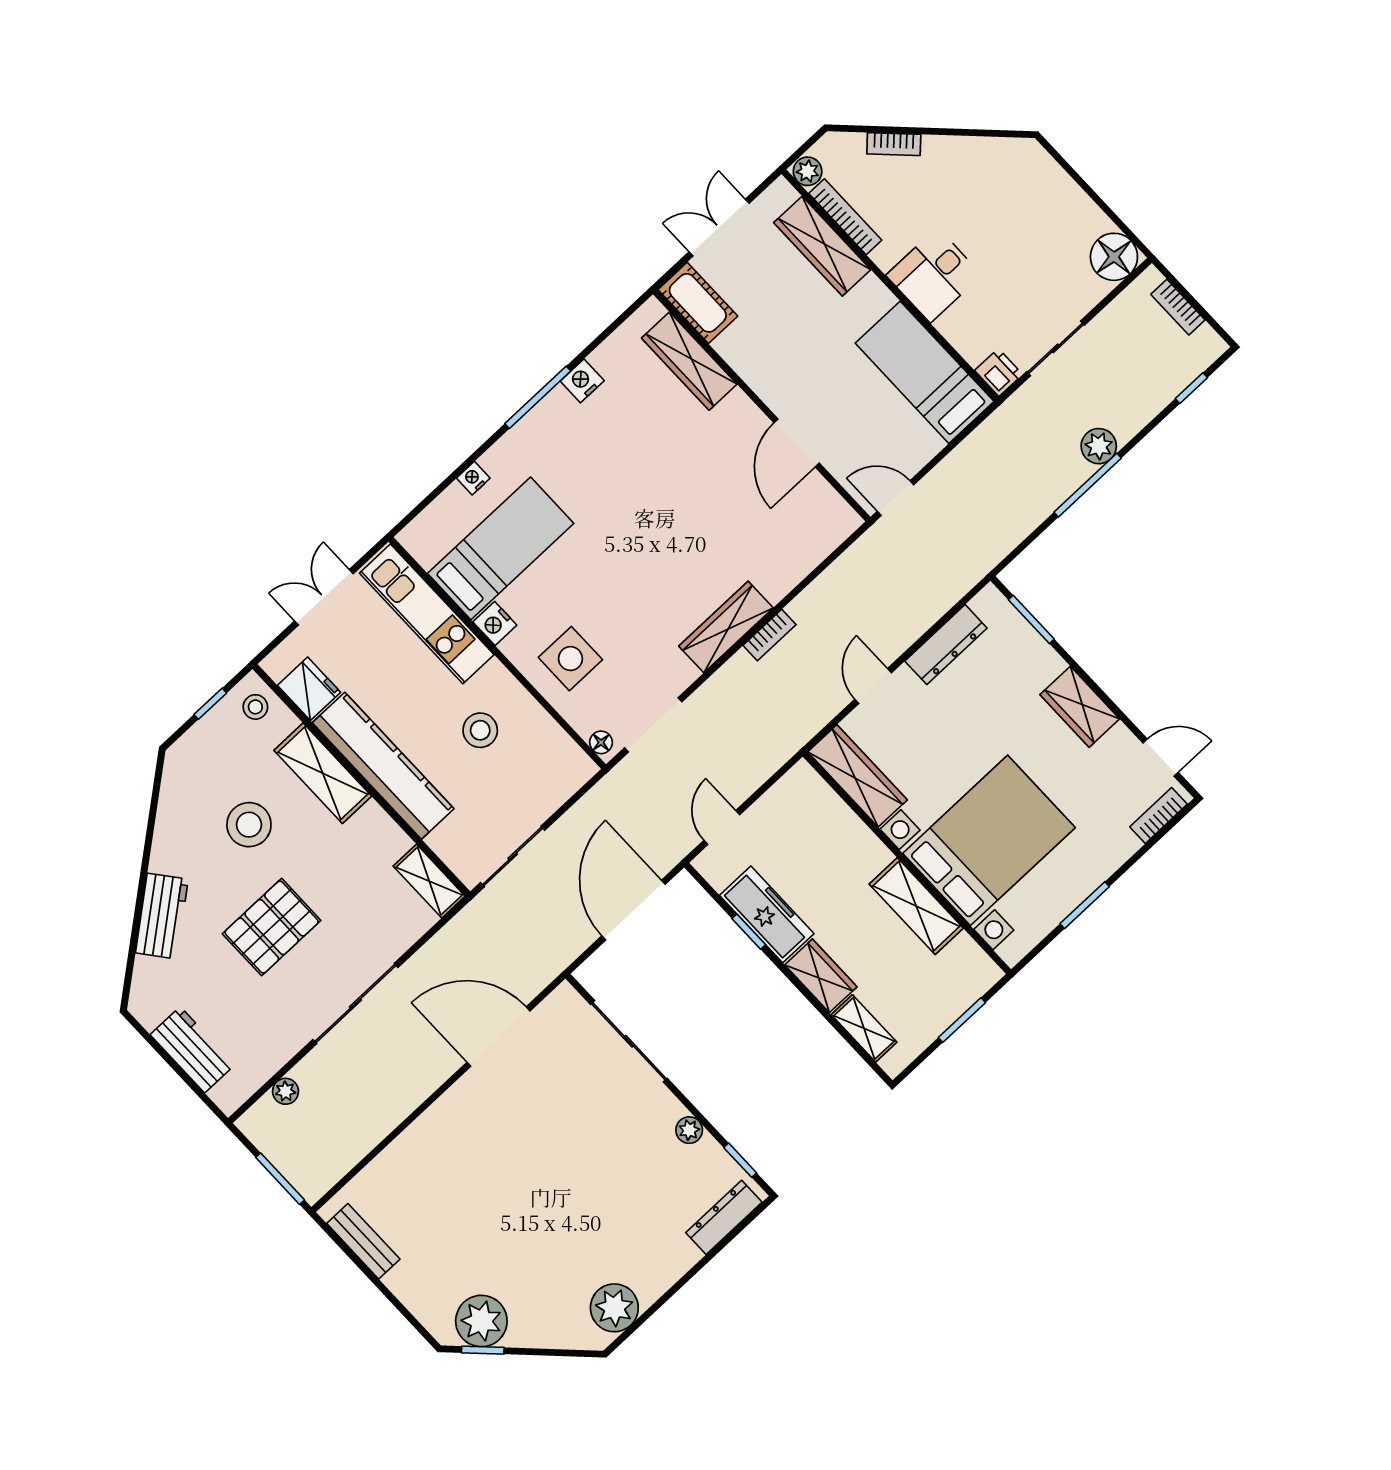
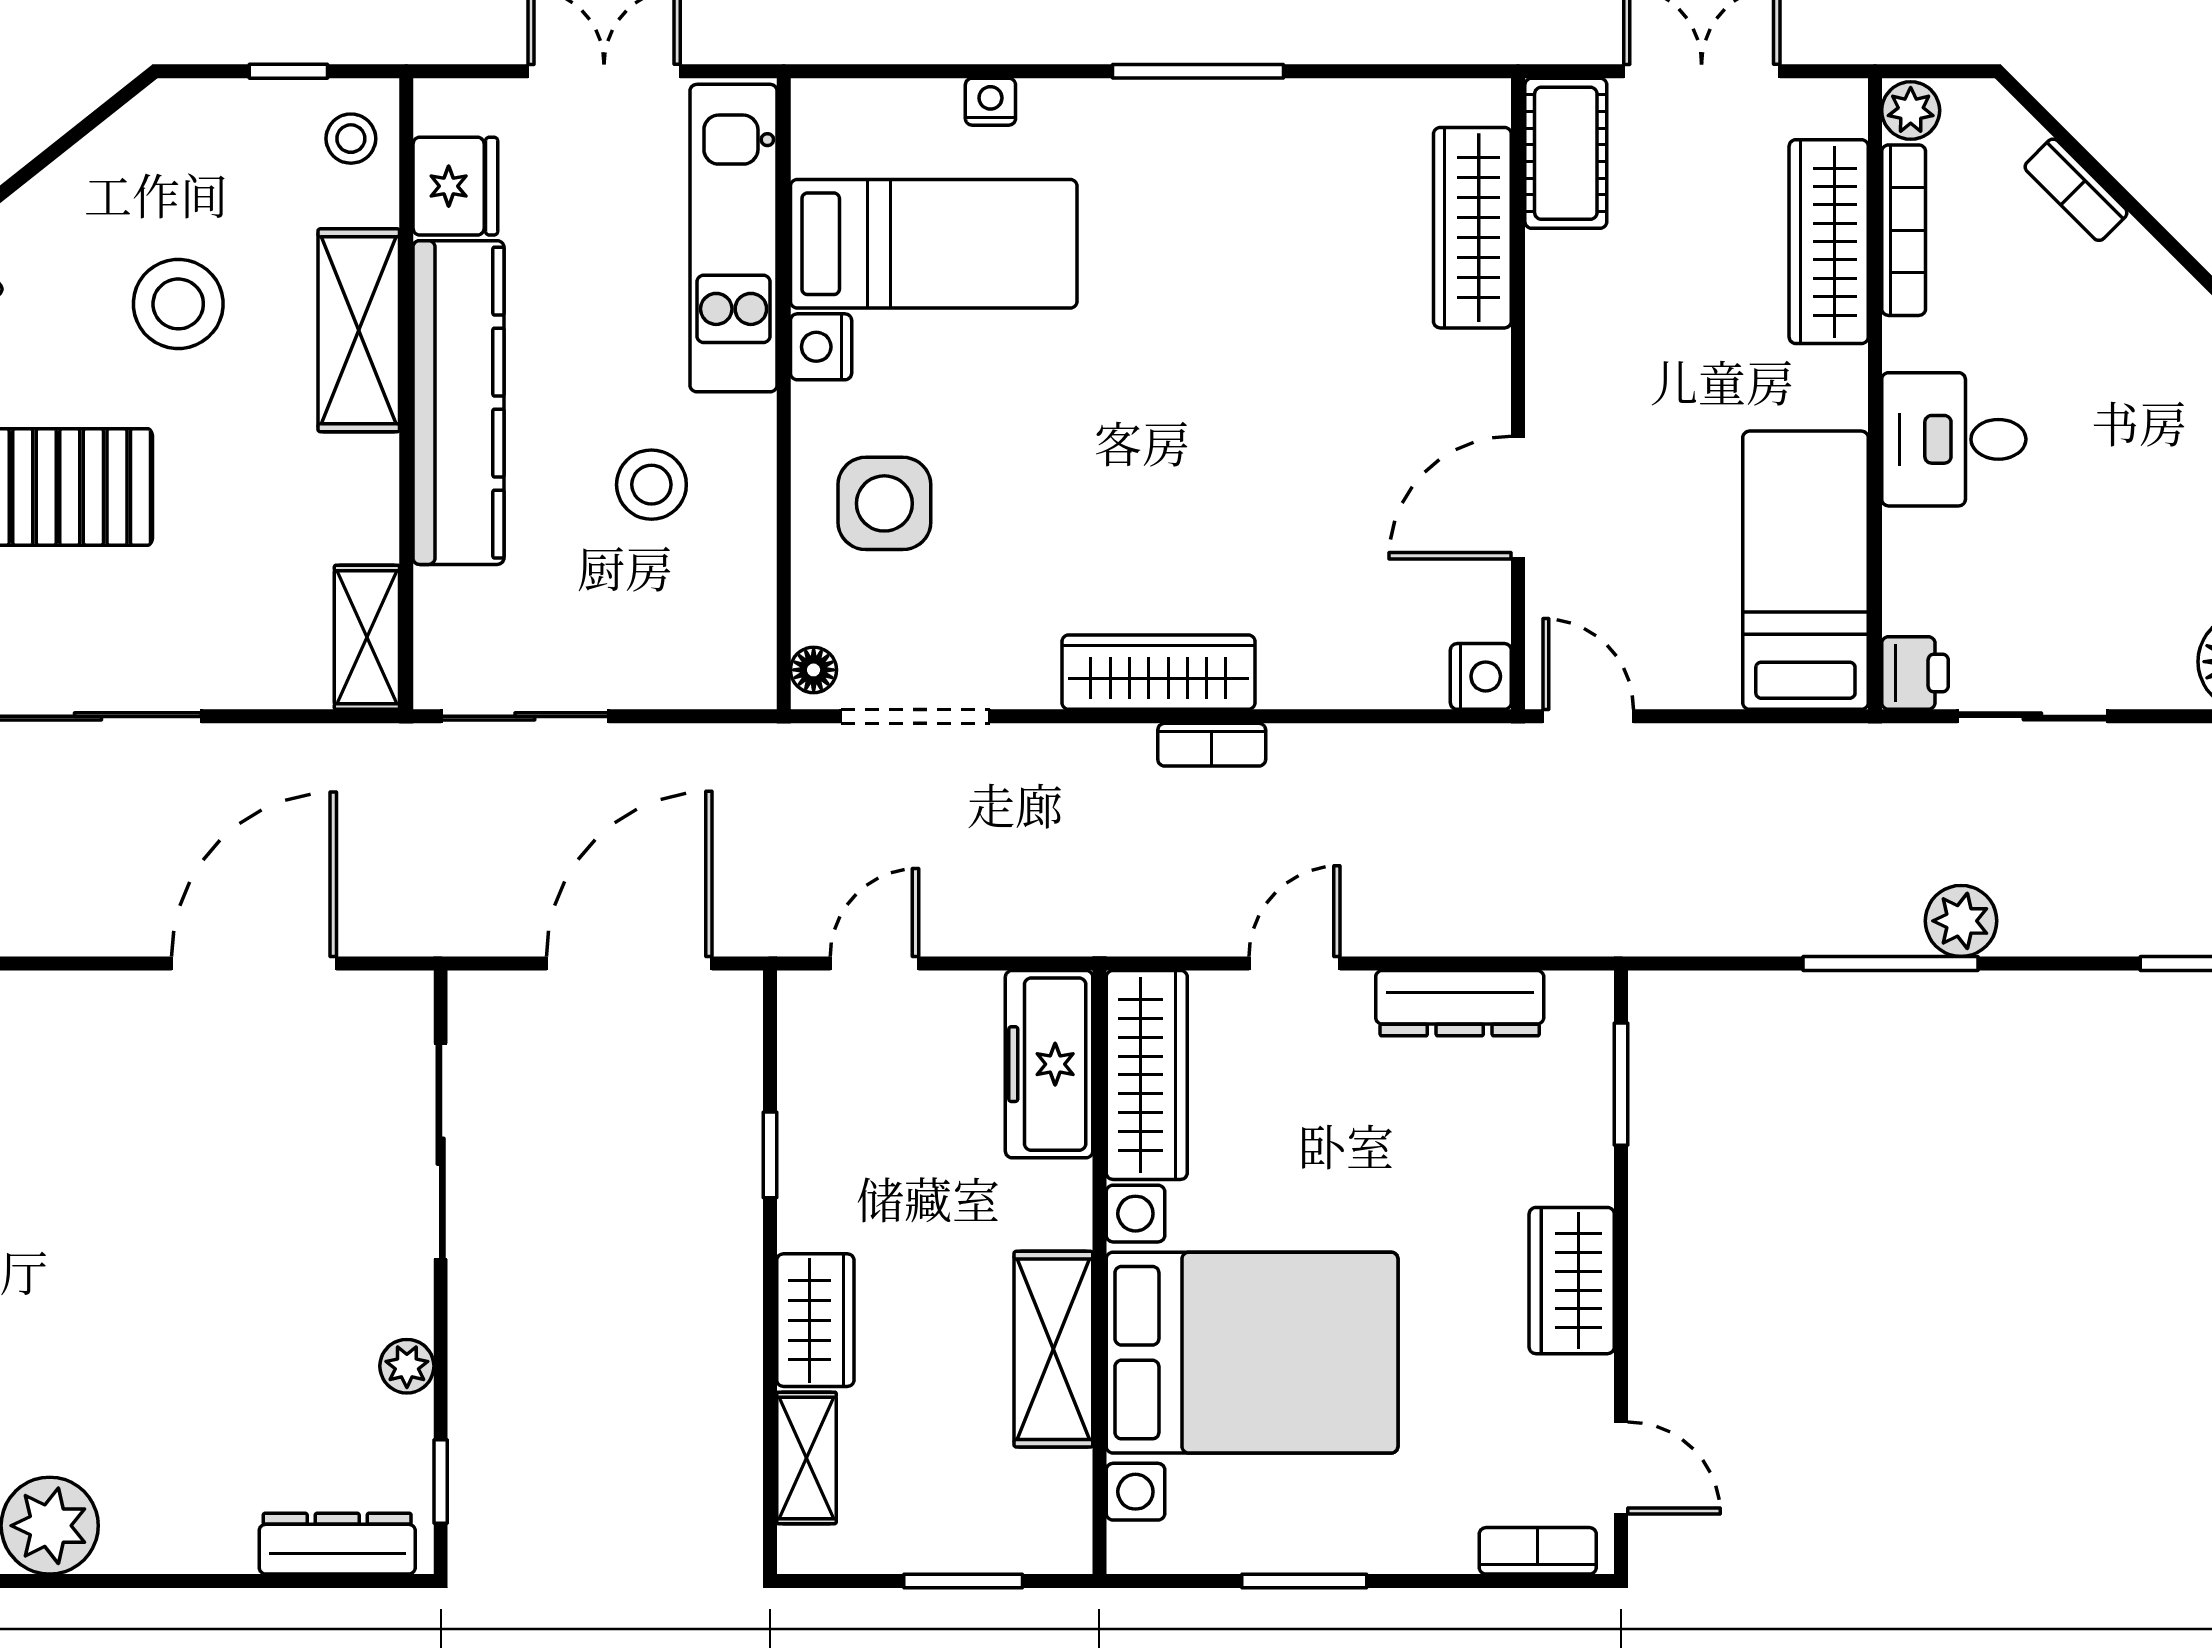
nightstand: (582, 381) -> (1481, 676), moved, turned 90
freezer: (767, 914) -> (1049, 1064), moved, turned 180
door: (498, 1037) -> (254, 963), hinge flipped

